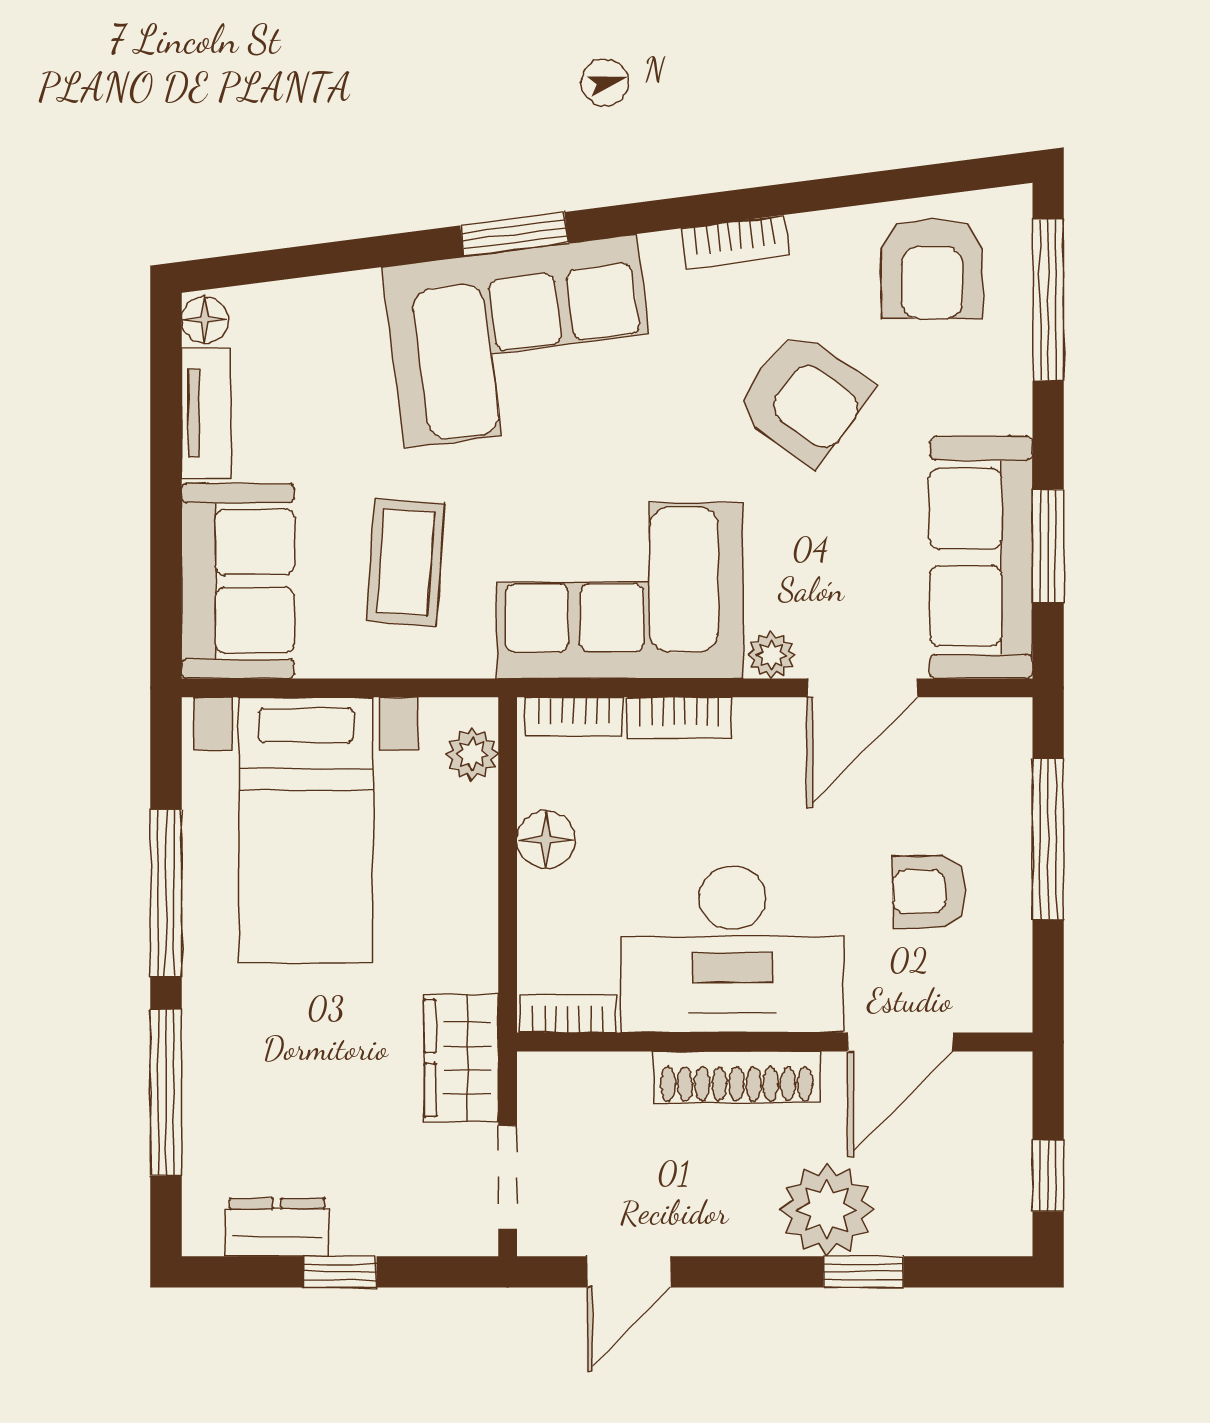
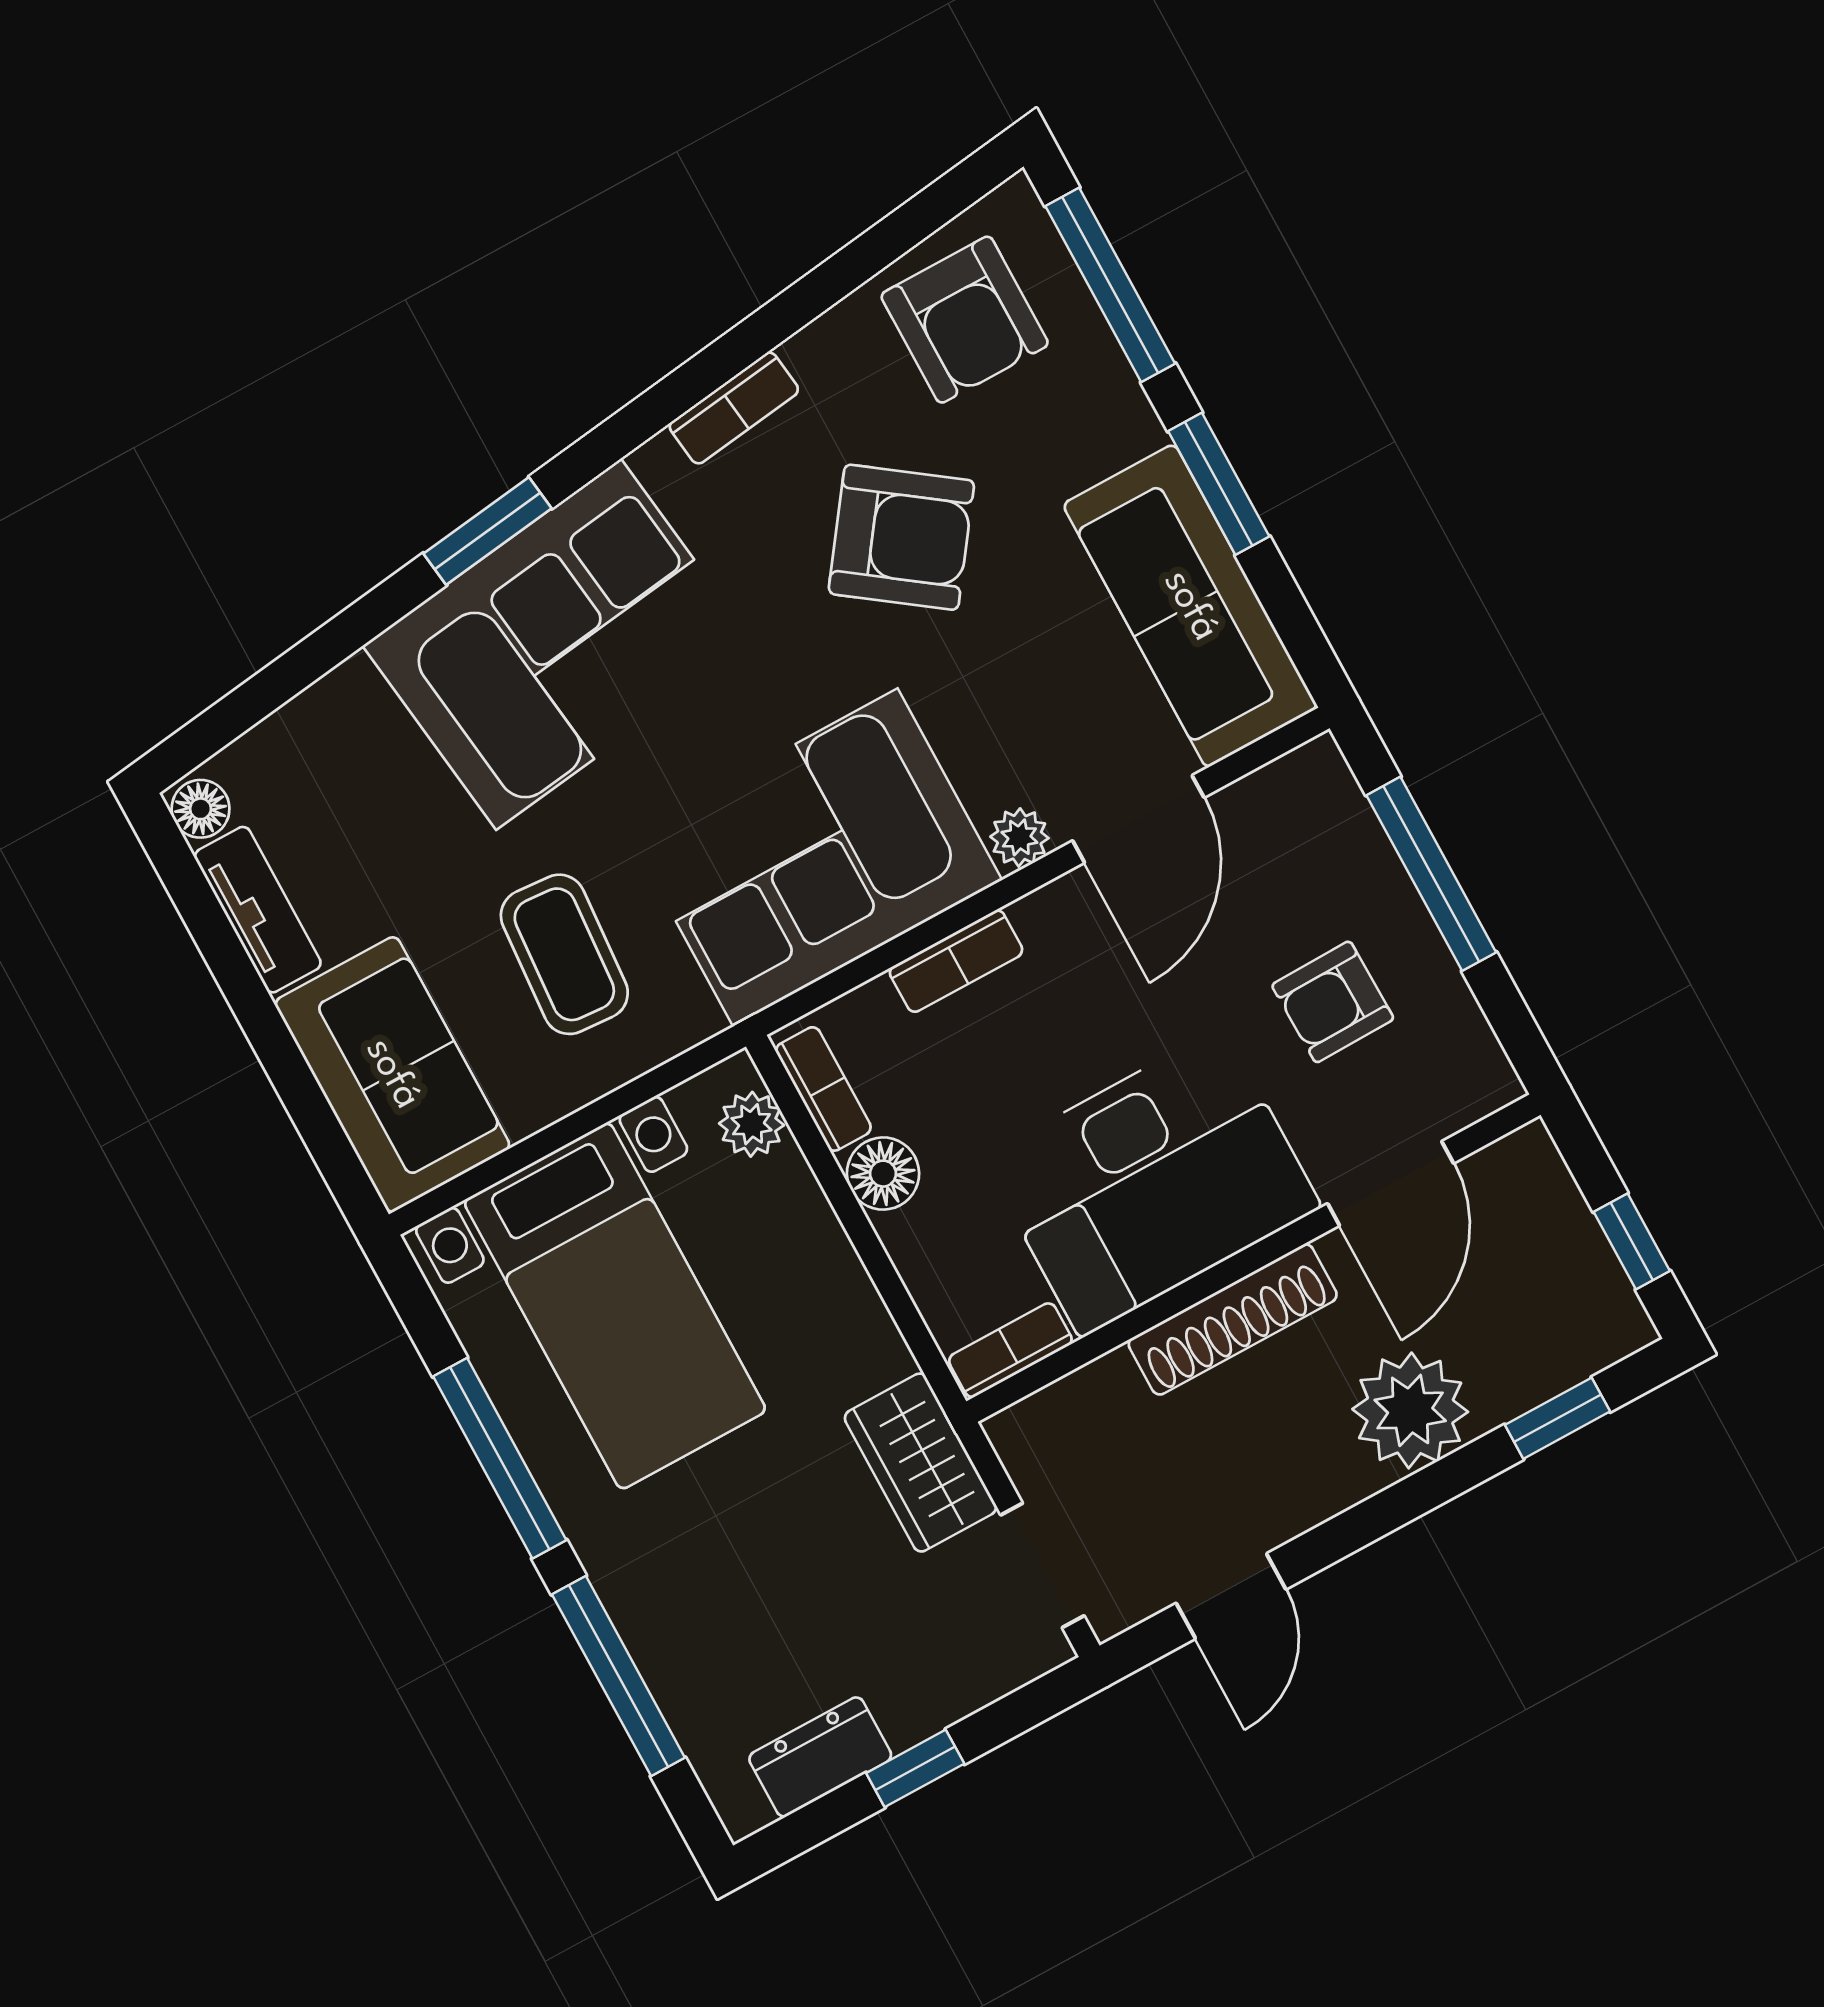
window: (1048, 546) -> (1219, 484), moved
bookcase: (574, 717) -> (823, 1089), moved, turned -90
window: (863, 1272) -> (1557, 1418), moved

